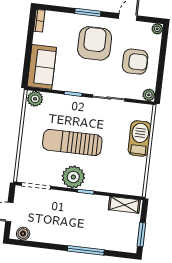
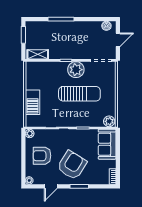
armchair: (95, 43) -> (72, 165), turned -148

